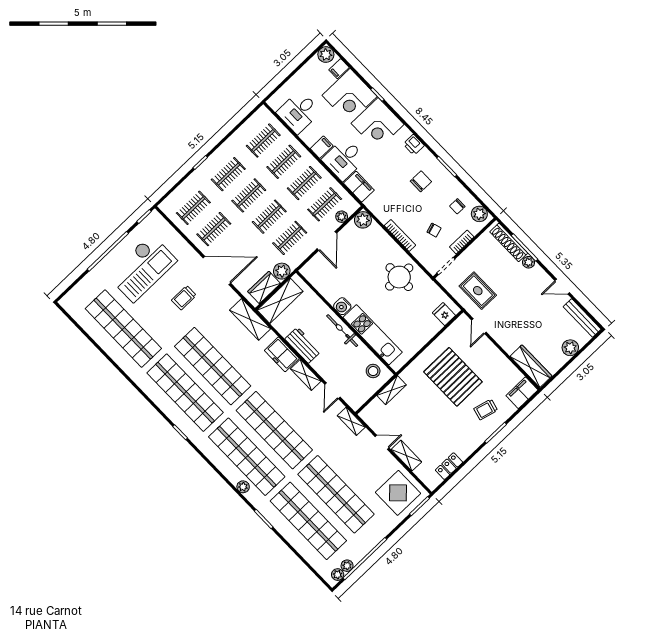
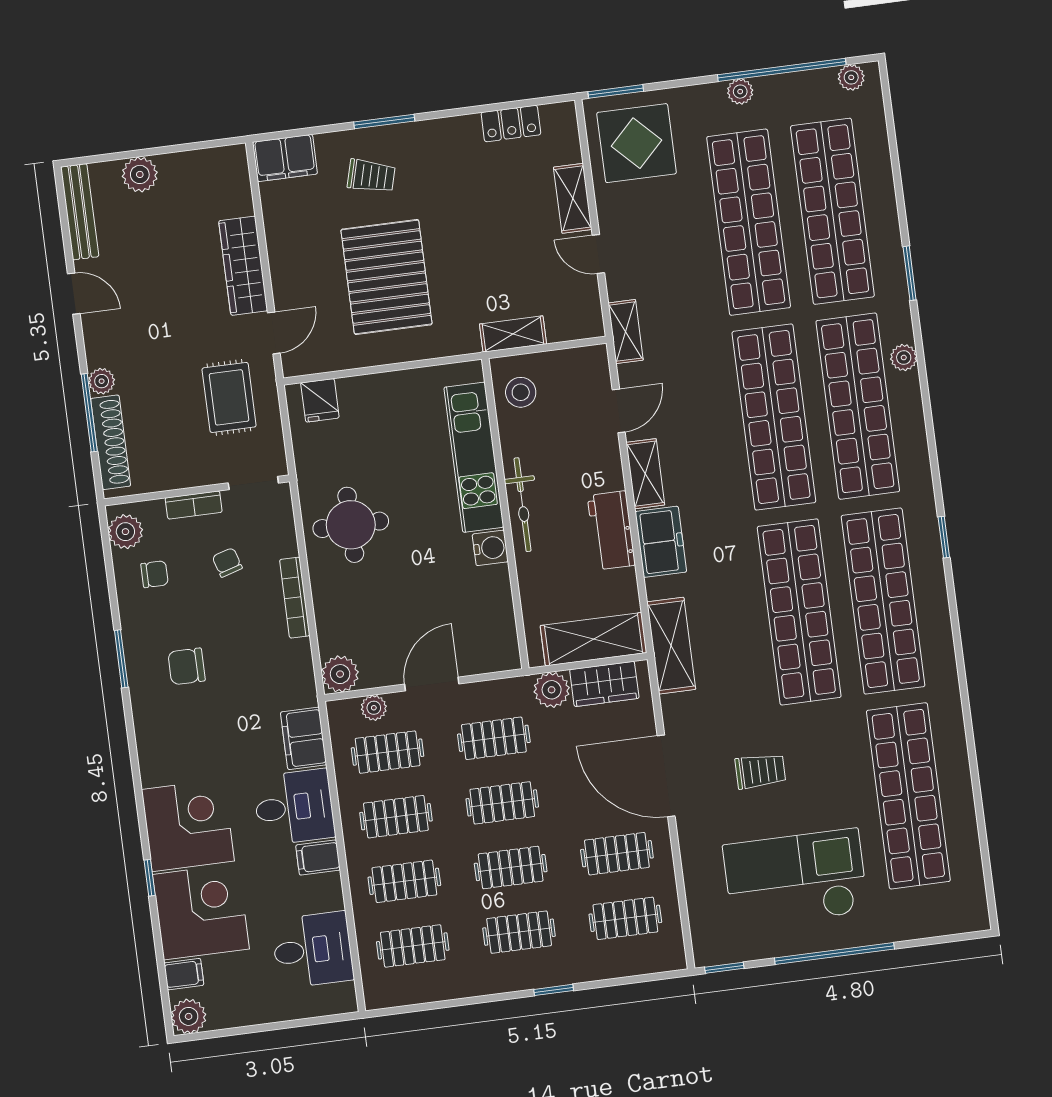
printer: (414, 145) -> (151, 741), removed
wardrobe: (531, 366) -> (243, 266), moved
plant: (347, 566) -> (740, 92), moved

